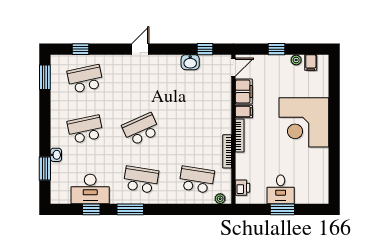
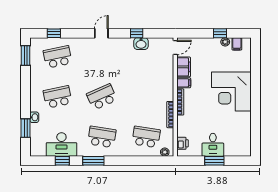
window: (205, 49) -> (137, 33), moved
window: (277, 49) -> (220, 33), moved

